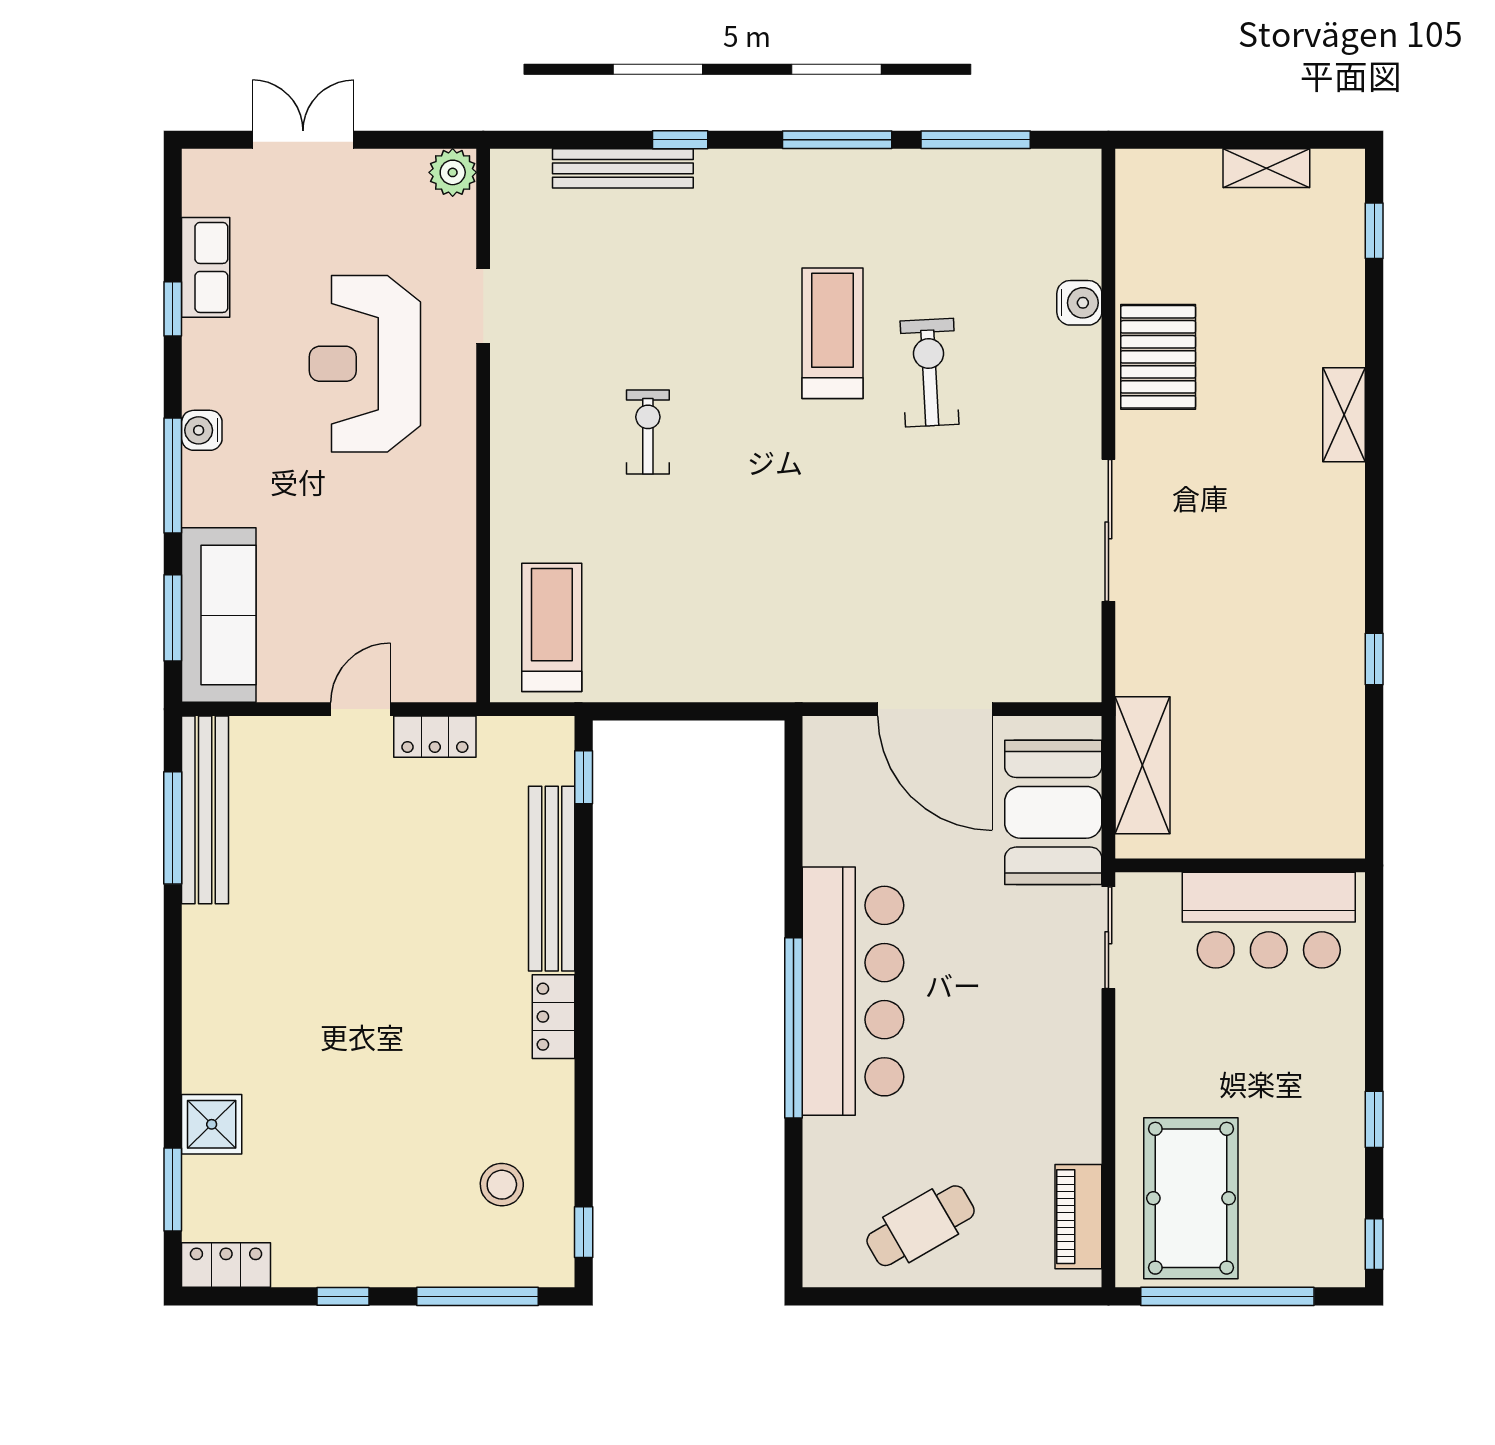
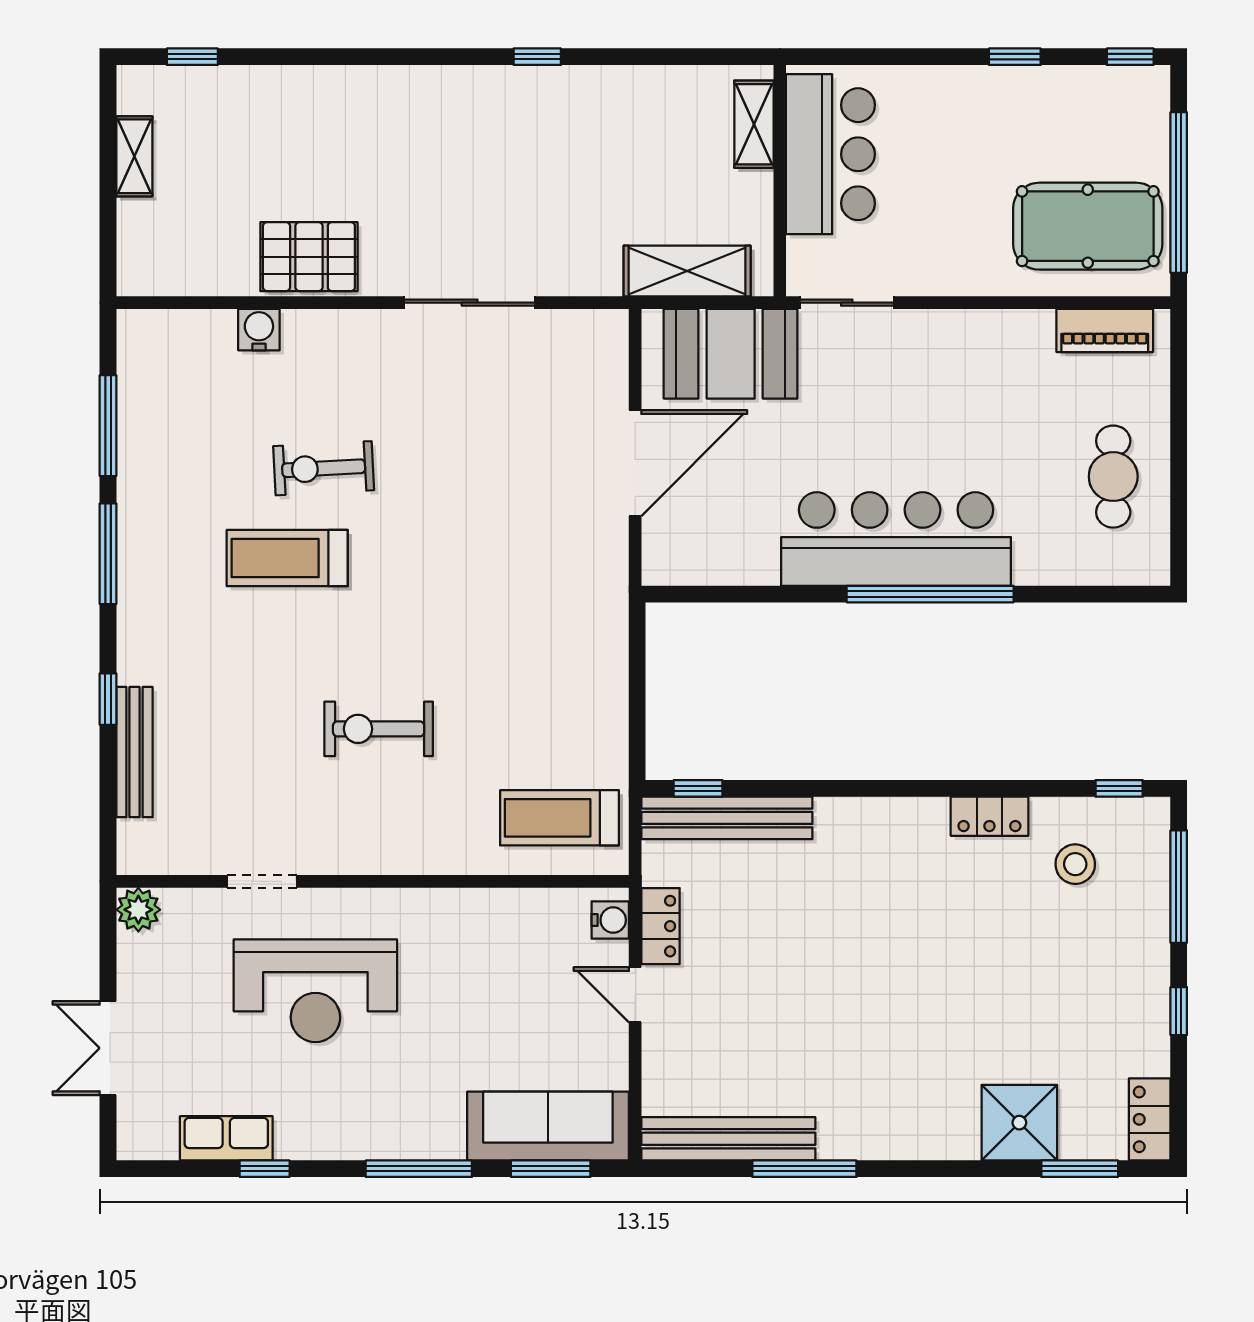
shelving: (1344, 415) -> (754, 124), moved, turned 90
water cooler: (202, 430) -> (610, 920), moved, turned -90
exercise bike: (648, 432) -> (379, 729), width x1.38, depth x1.39
window: (1374, 659) -> (537, 57), moved
window: (173, 828) -> (804, 1169), moved
bench: (552, 879) -> (727, 818), moved
locker: (554, 1017) -> (989, 816), moved
shower: (212, 1124) -> (1019, 1123), width x1.36, depth x1.36
cafe table: (921, 1226) -> (1113, 477), turned 30

